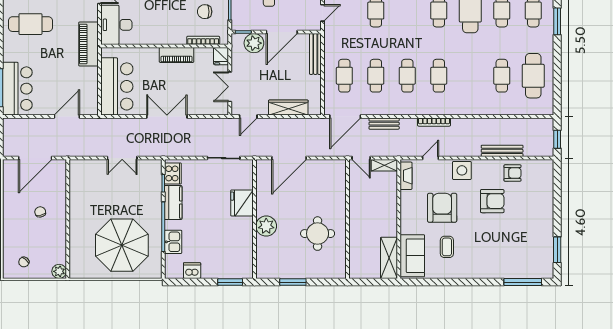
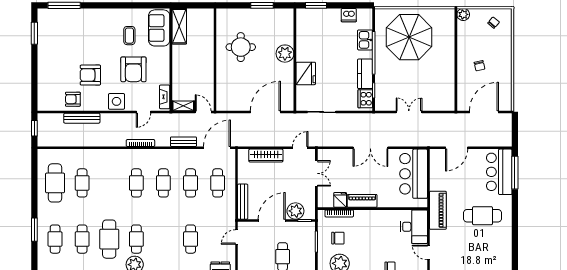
cafe table: (30, 24) -> (482, 216), moved
fridge: (221, 56) -> (340, 200), moved

